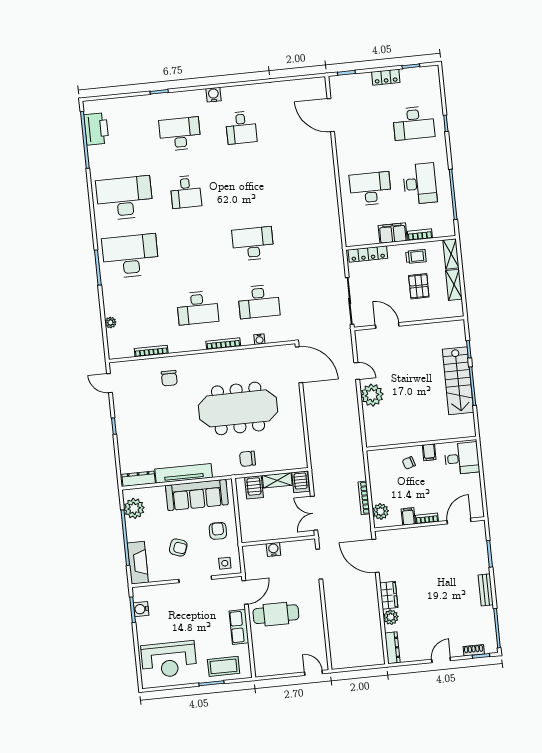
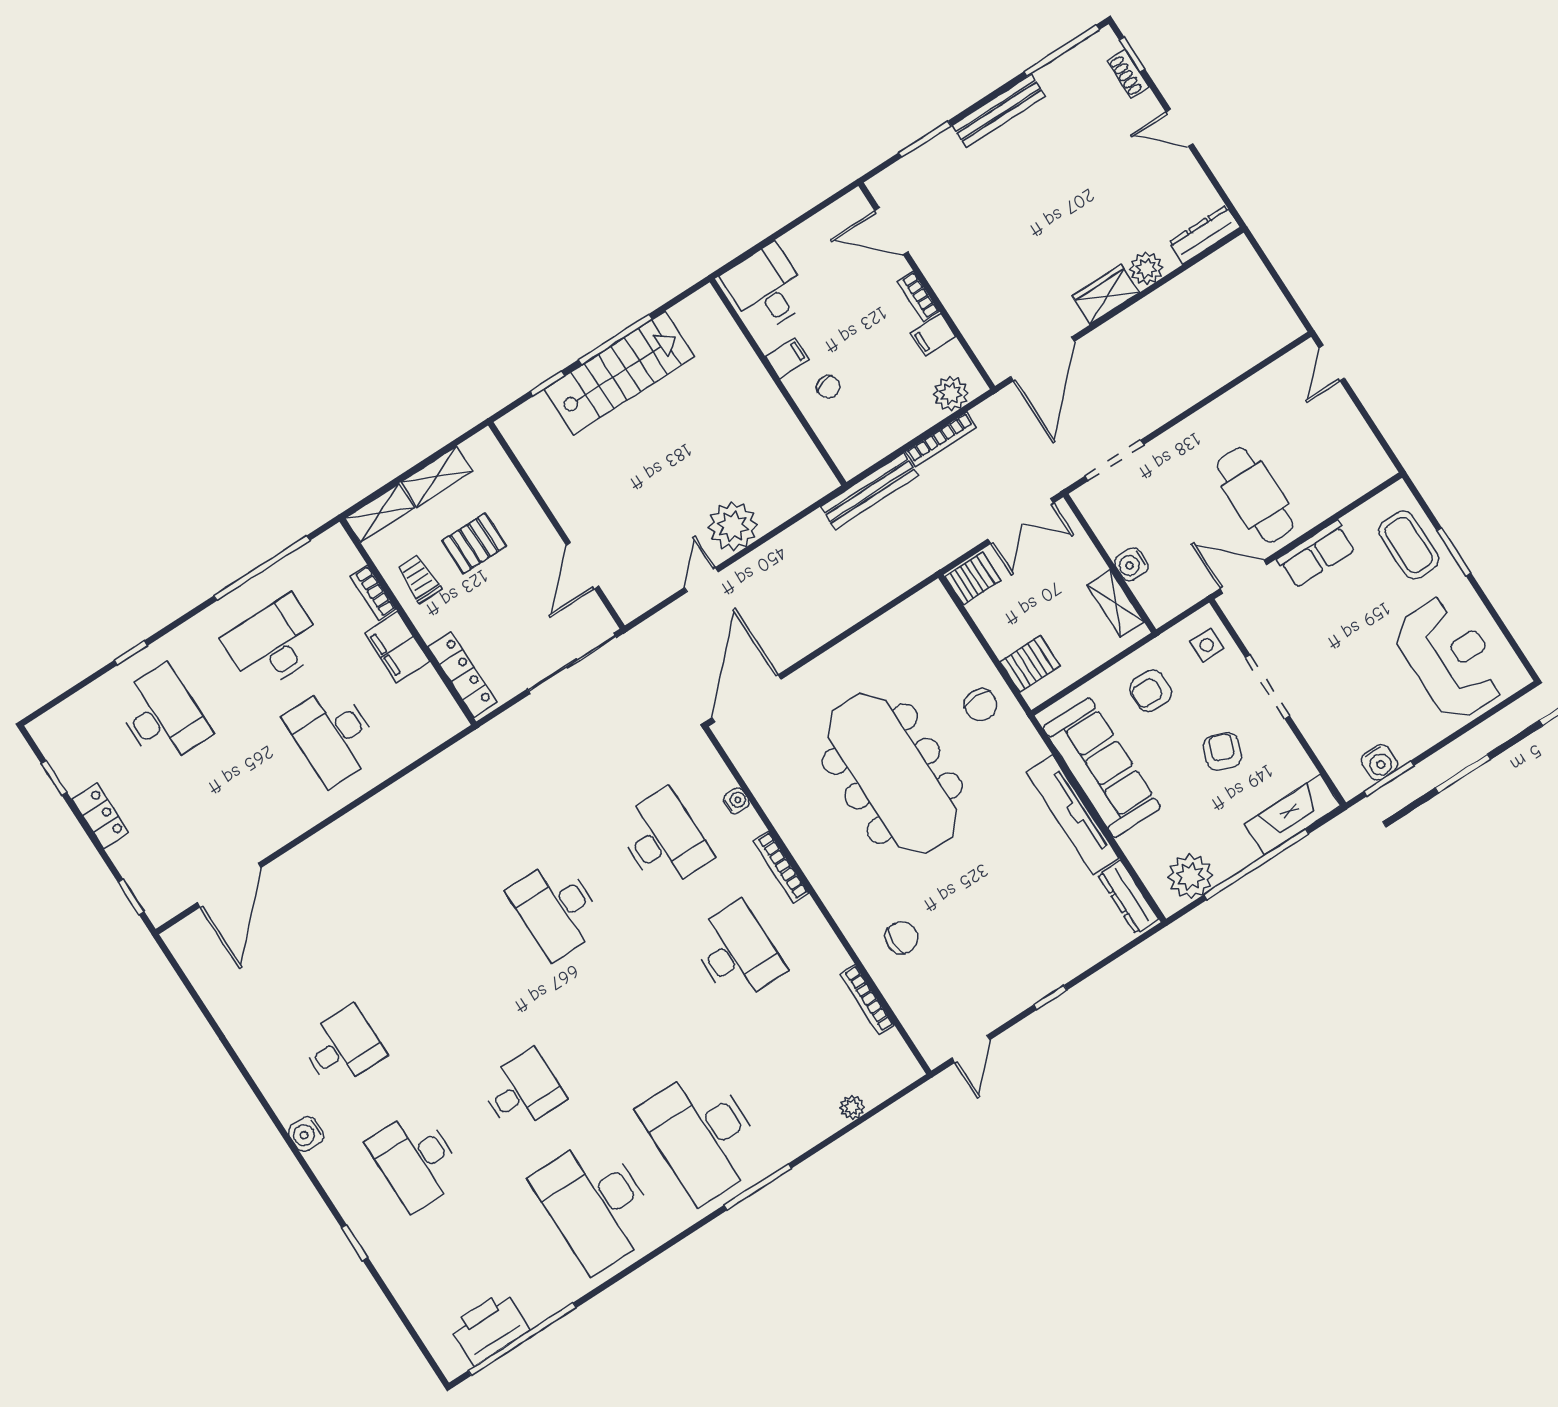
bench: (358, 458) -> (869, 491), added
shelving: (277, 480) -> (1115, 603), moved
bench: (486, 590) -> (999, 111), width x1.36

